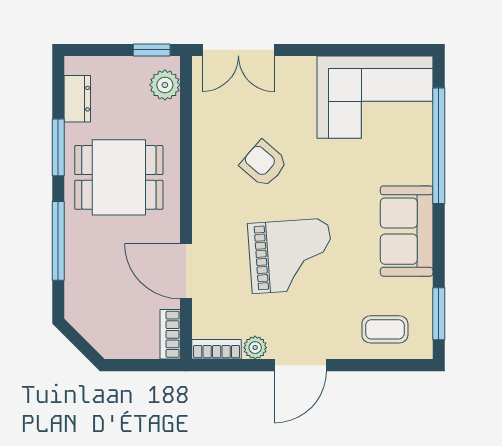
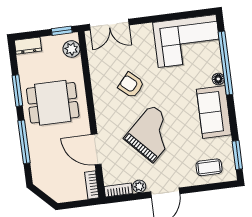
dresser: (77, 99) -> (28, 46), moved, turned 90
floor lamp: (422, 173) -> (218, 79), added
grand piano: (291, 256) -> (152, 134), turned -39

